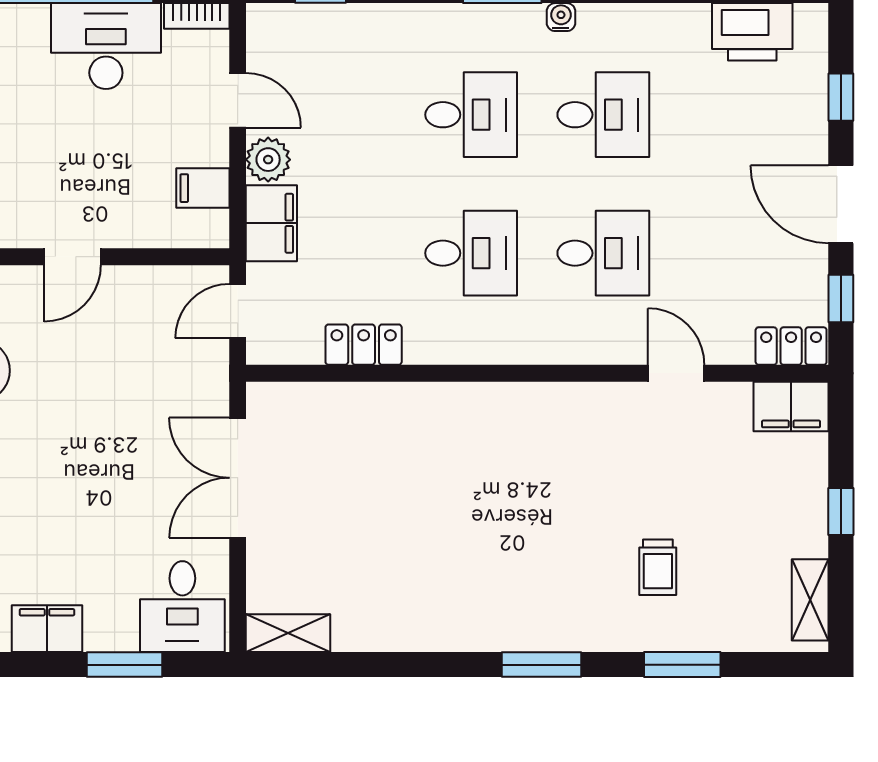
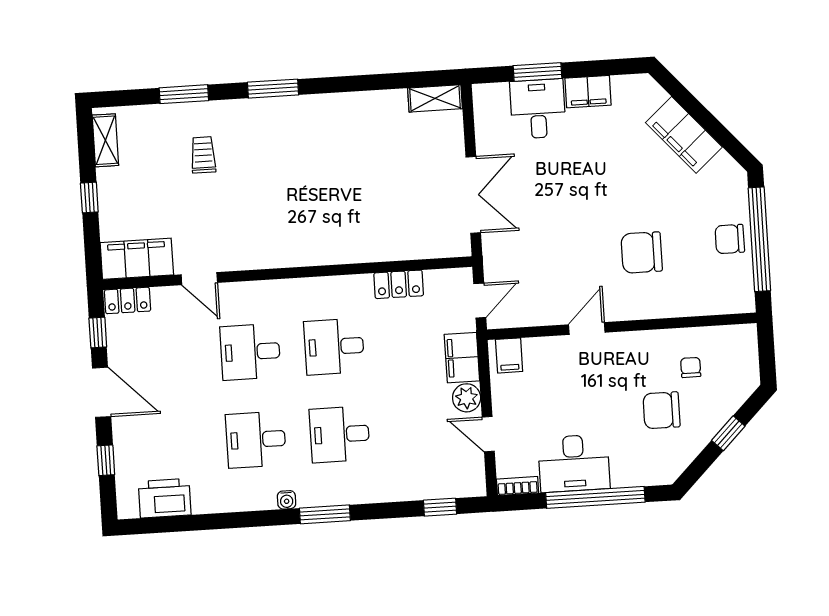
filing cabinet: (203, 188) -> (509, 355), moved, turned 90
filing cabinet: (791, 407) -> (137, 259), width x1.50, depth x1.17
desk: (182, 607) -> (538, 109), moved

